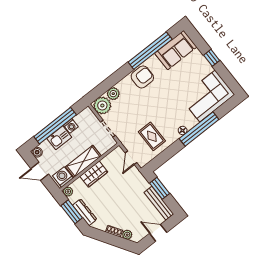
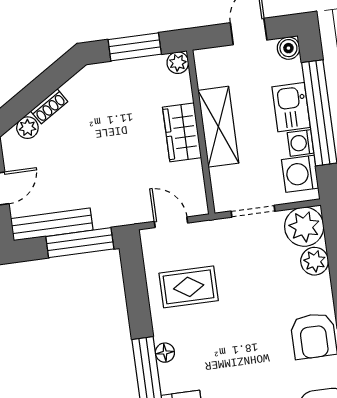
washing machine: (63, 177) -> (300, 174), moved, turned 180
window: (160, 188) -> (80, 243), width x1.44
dresser: (85, 212) -> (119, 71), removed

